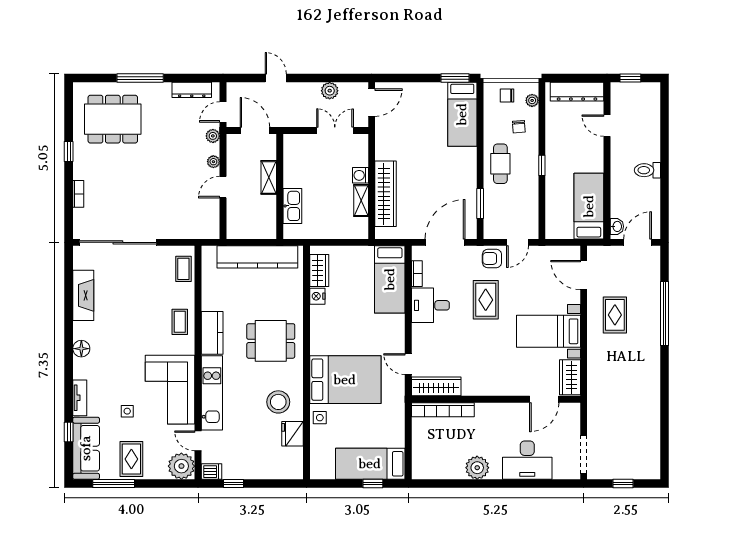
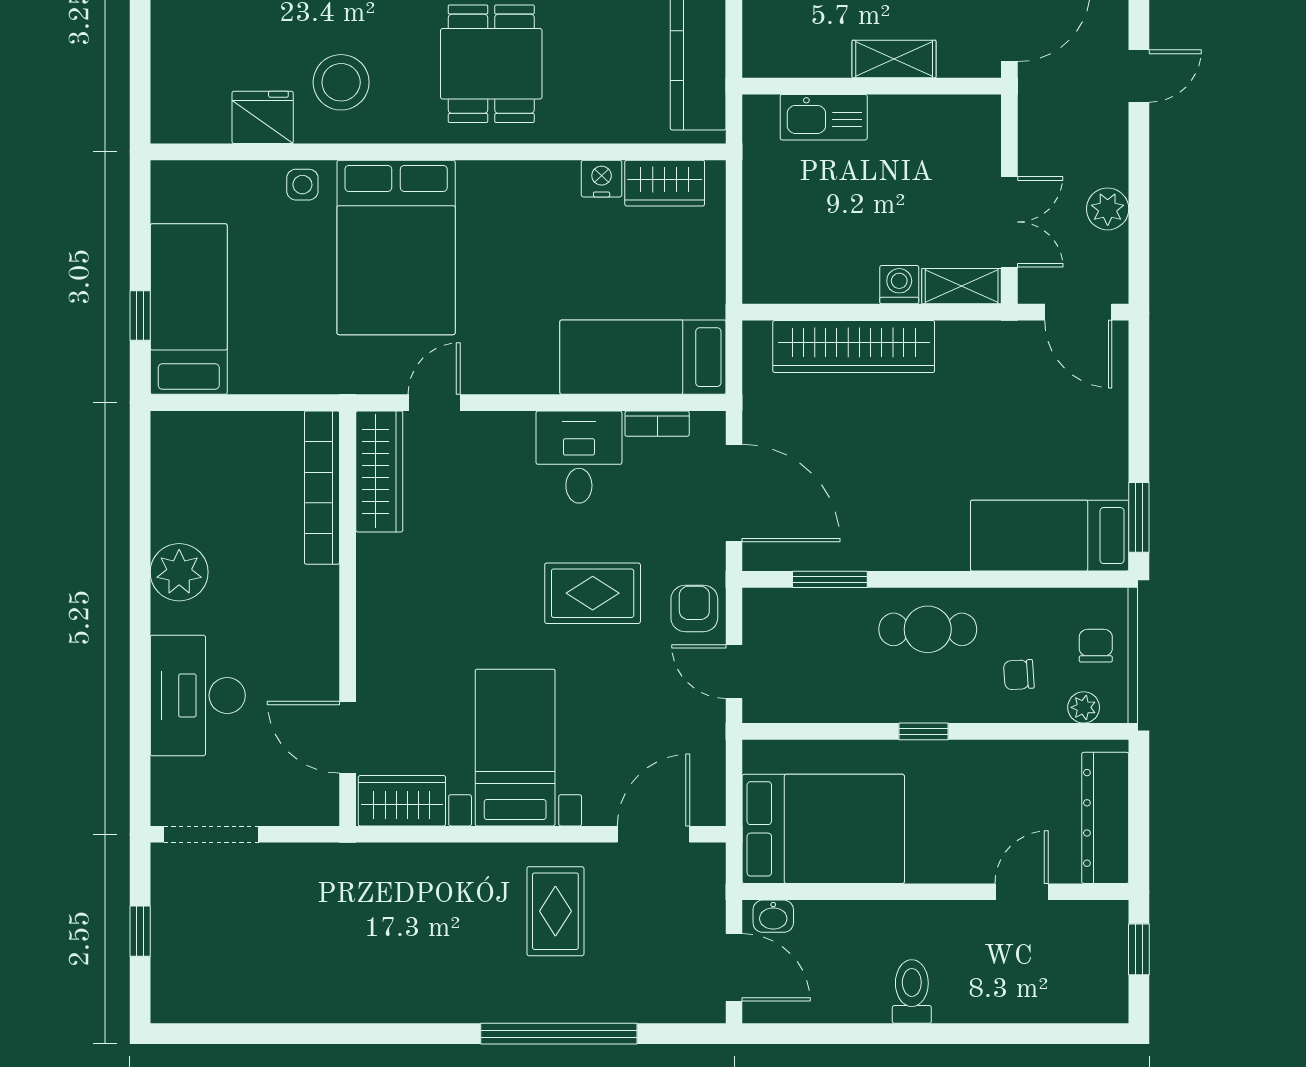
shelving: (361, 201) -> (962, 286), moved
bed: (589, 206) -> (823, 829), width x1.50
rug: (615, 315) -> (555, 911), turned 90

